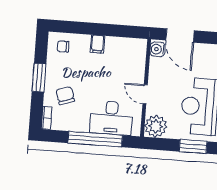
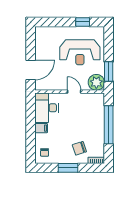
water cooler: (158, 49) -> (42, 85), removed
door: (145, 94) -> (74, 92), swing flipped
desk: (111, 118) -> (47, 108), moved, turned 180
window: (193, 146) -> (109, 72), moved

